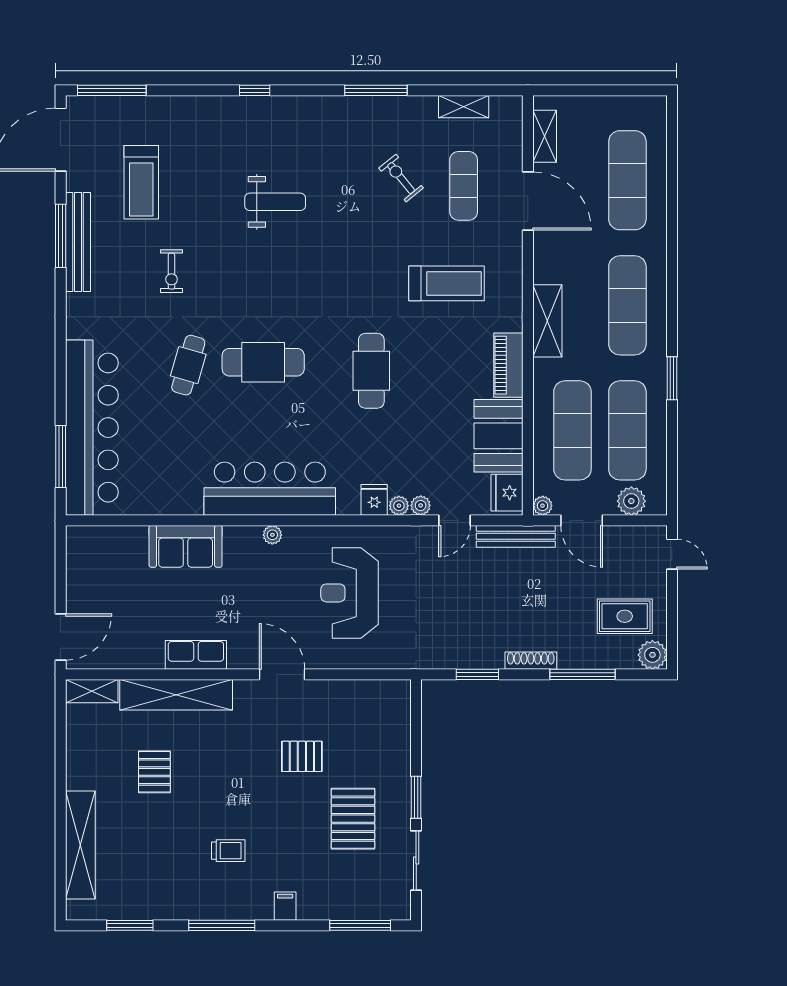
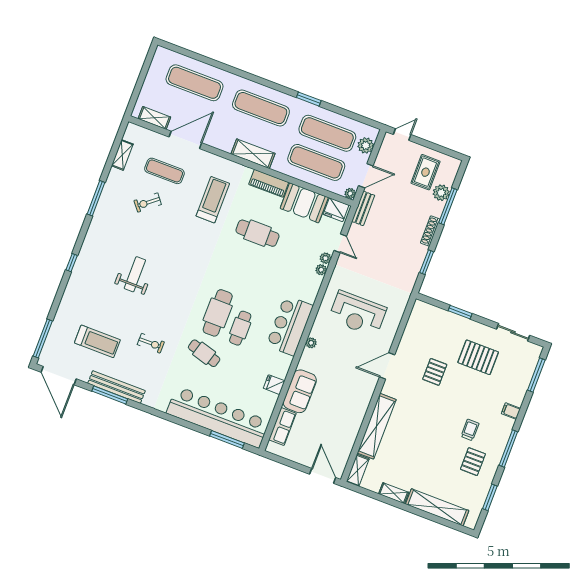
cafe table: (371, 371) -> (257, 233), moved
cafe table: (252, 409) -> (240, 328), added
bar counter: (270, 489) -> (290, 326), width x0.73
fridge: (374, 500) -> (274, 385), moved
bench: (516, 536) -> (363, 208), width x0.73
row of seats: (196, 655) -> (282, 427), moved, turned 180
plant: (652, 655) -> (441, 193), moved
shelving: (77, 765) -> (394, 493), added
pallet: (154, 772) -> (473, 462), moved, turned 90
window: (416, 797) -> (460, 312), moved

